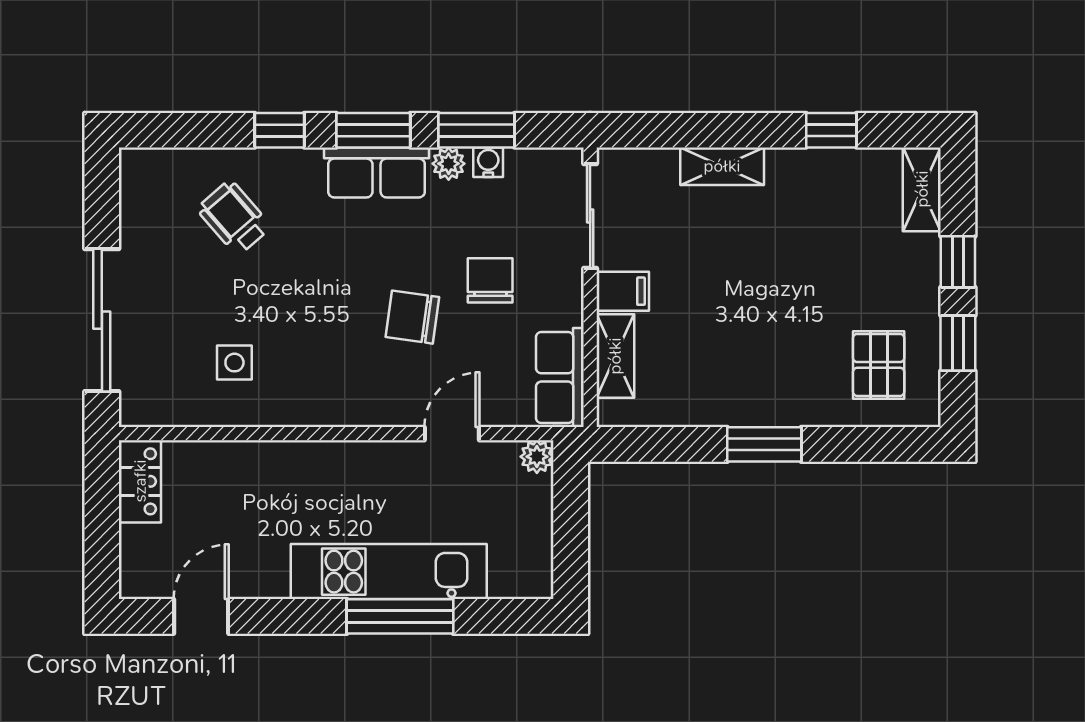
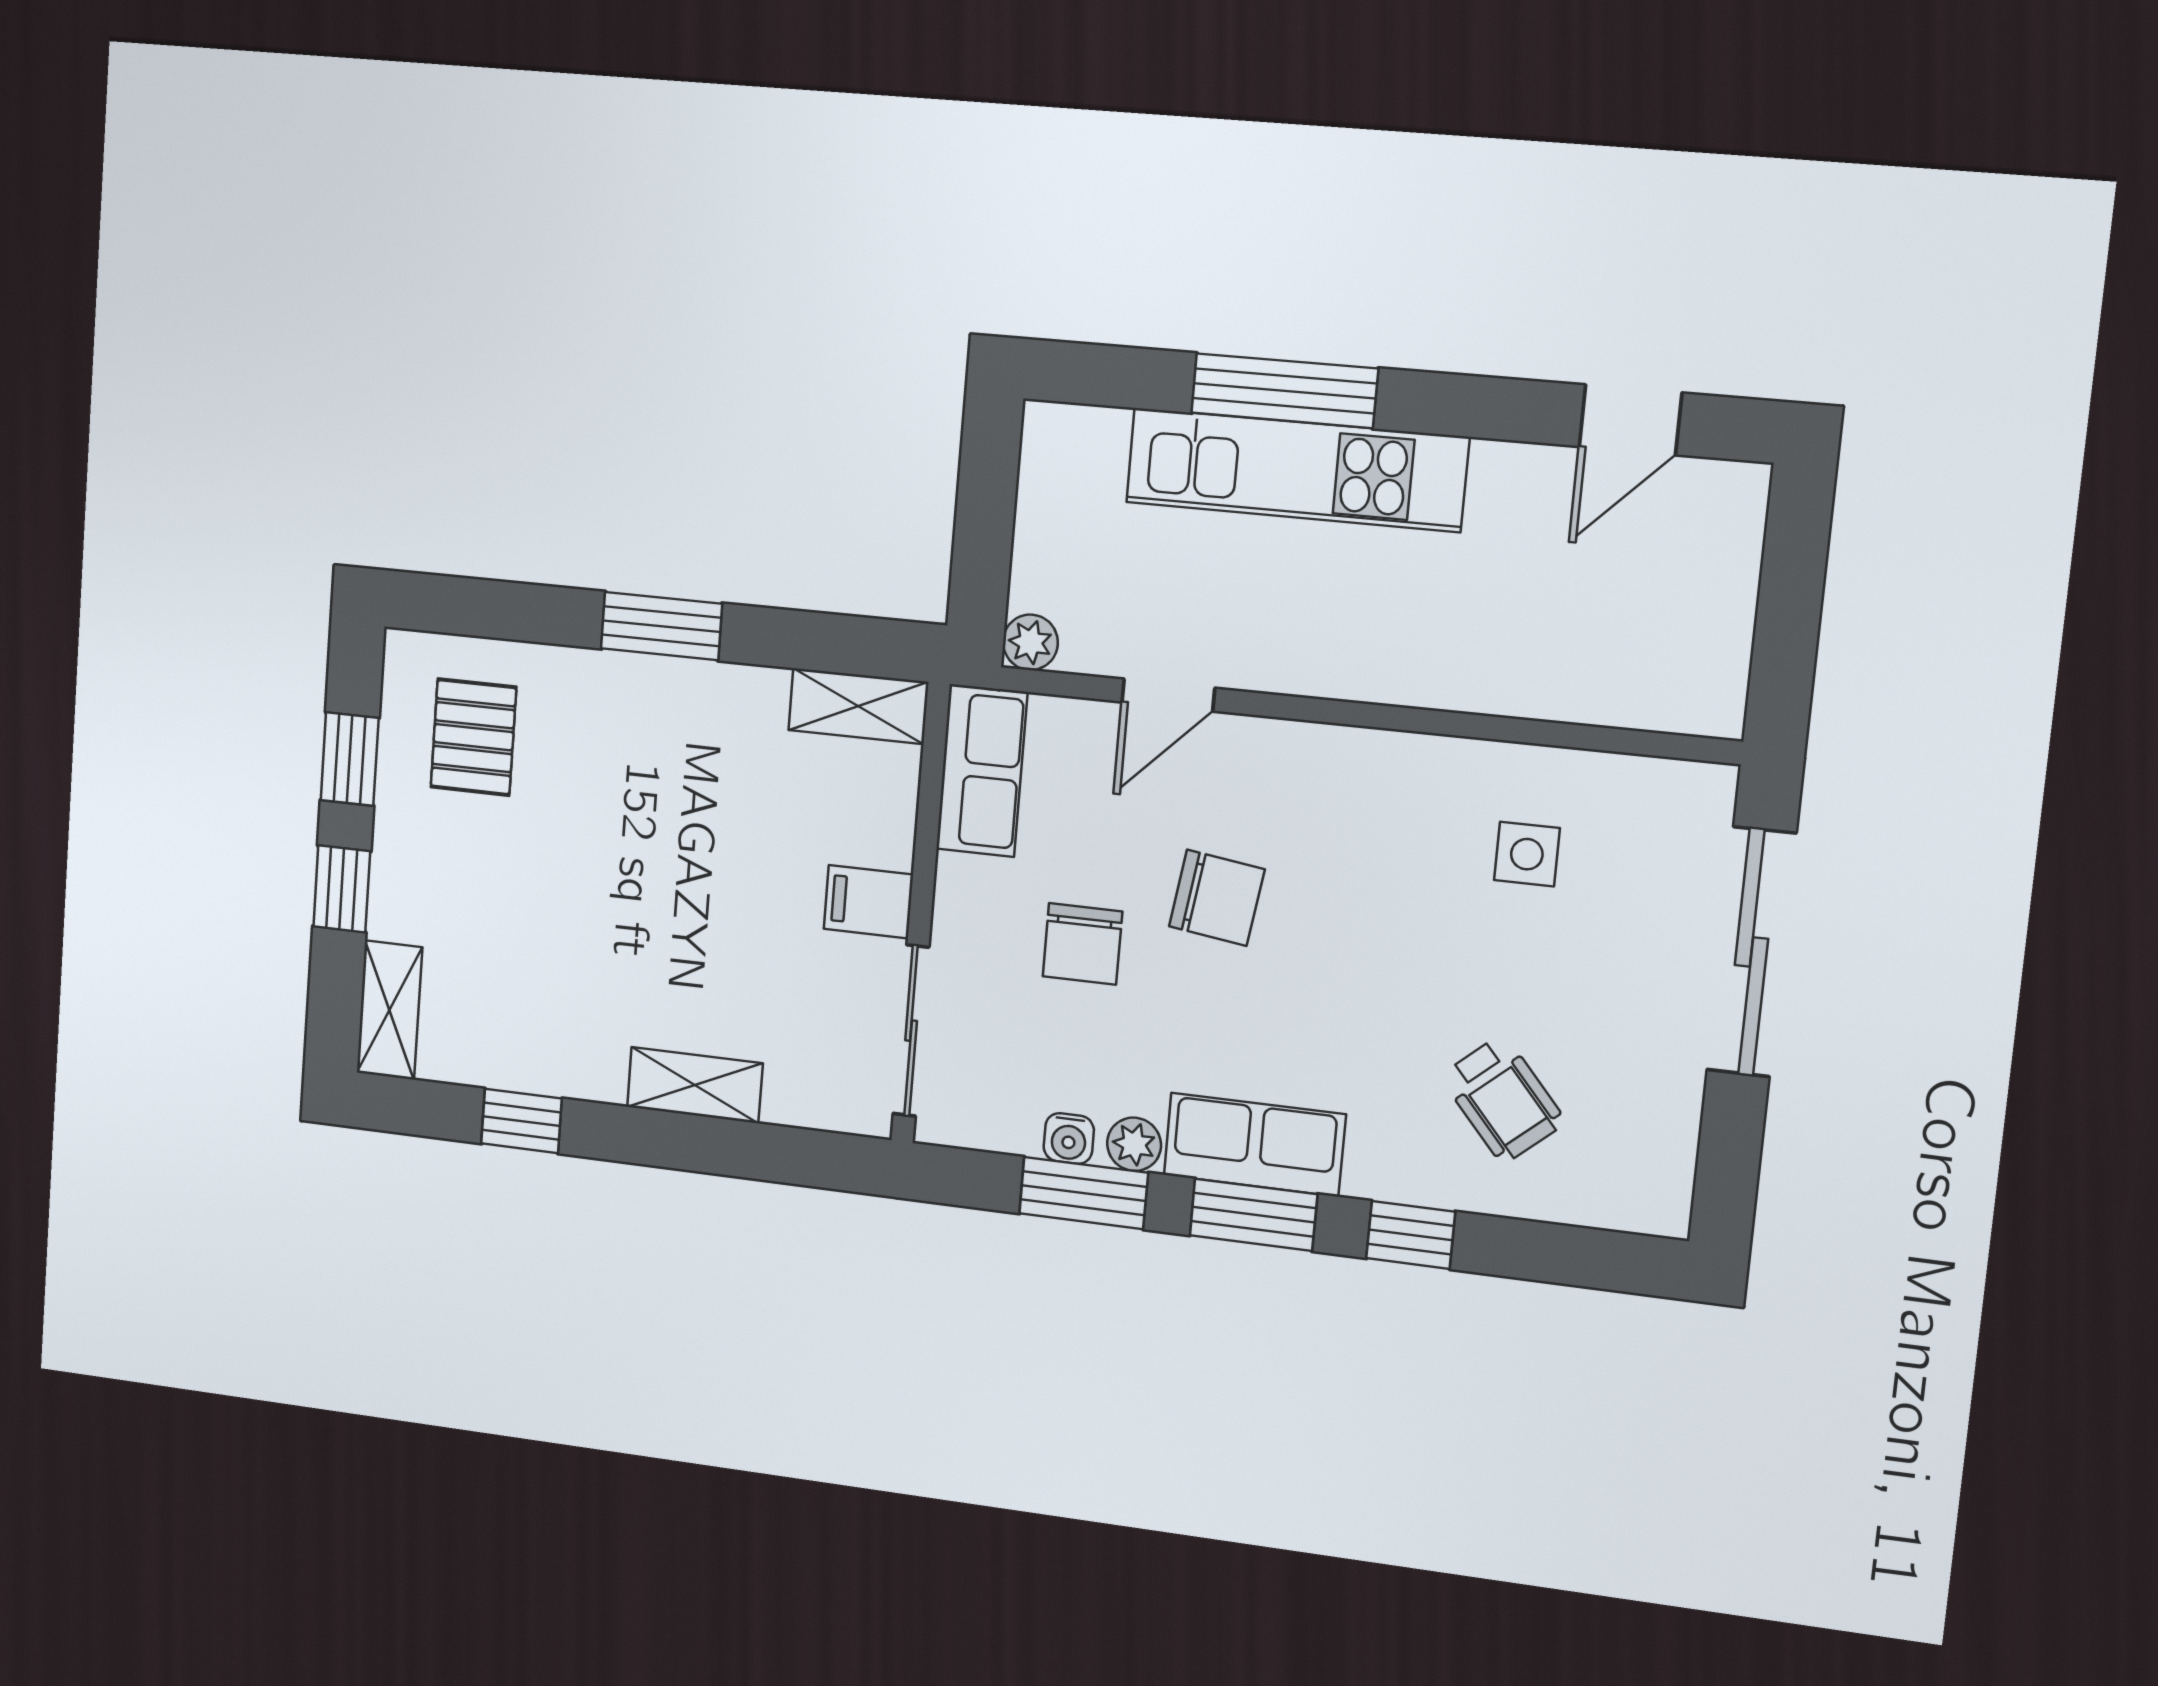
shelving: (615, 356) -> (858, 706), moved, turned 90
locker: (140, 481) -> (1714, 666), removed

